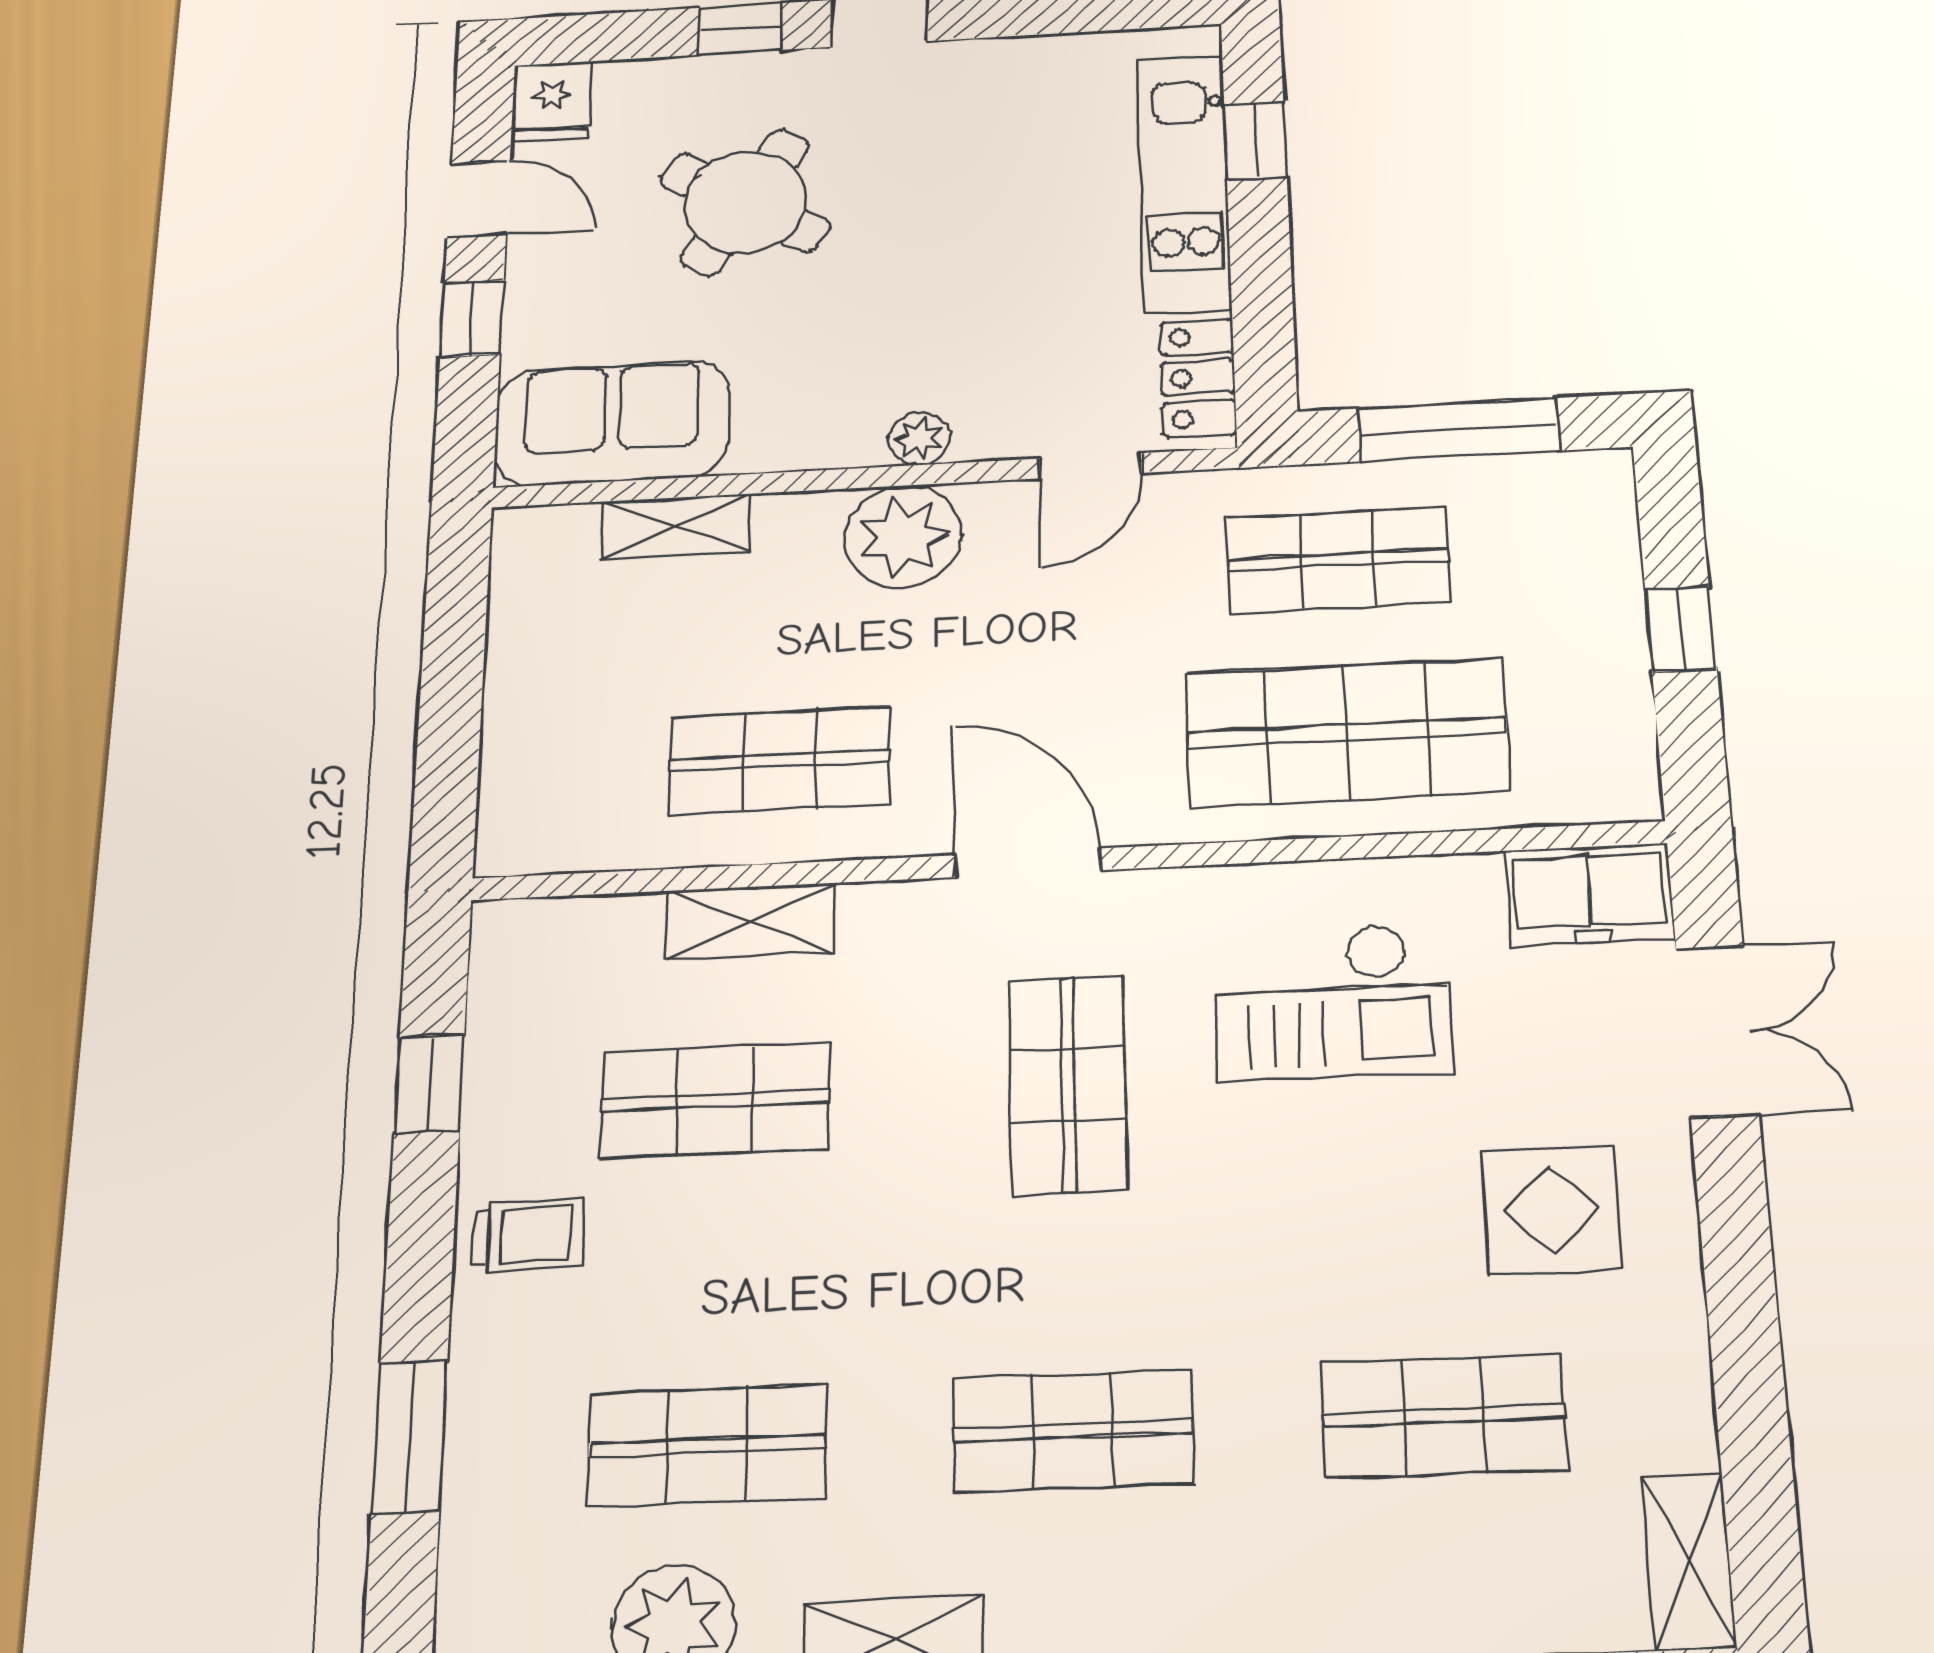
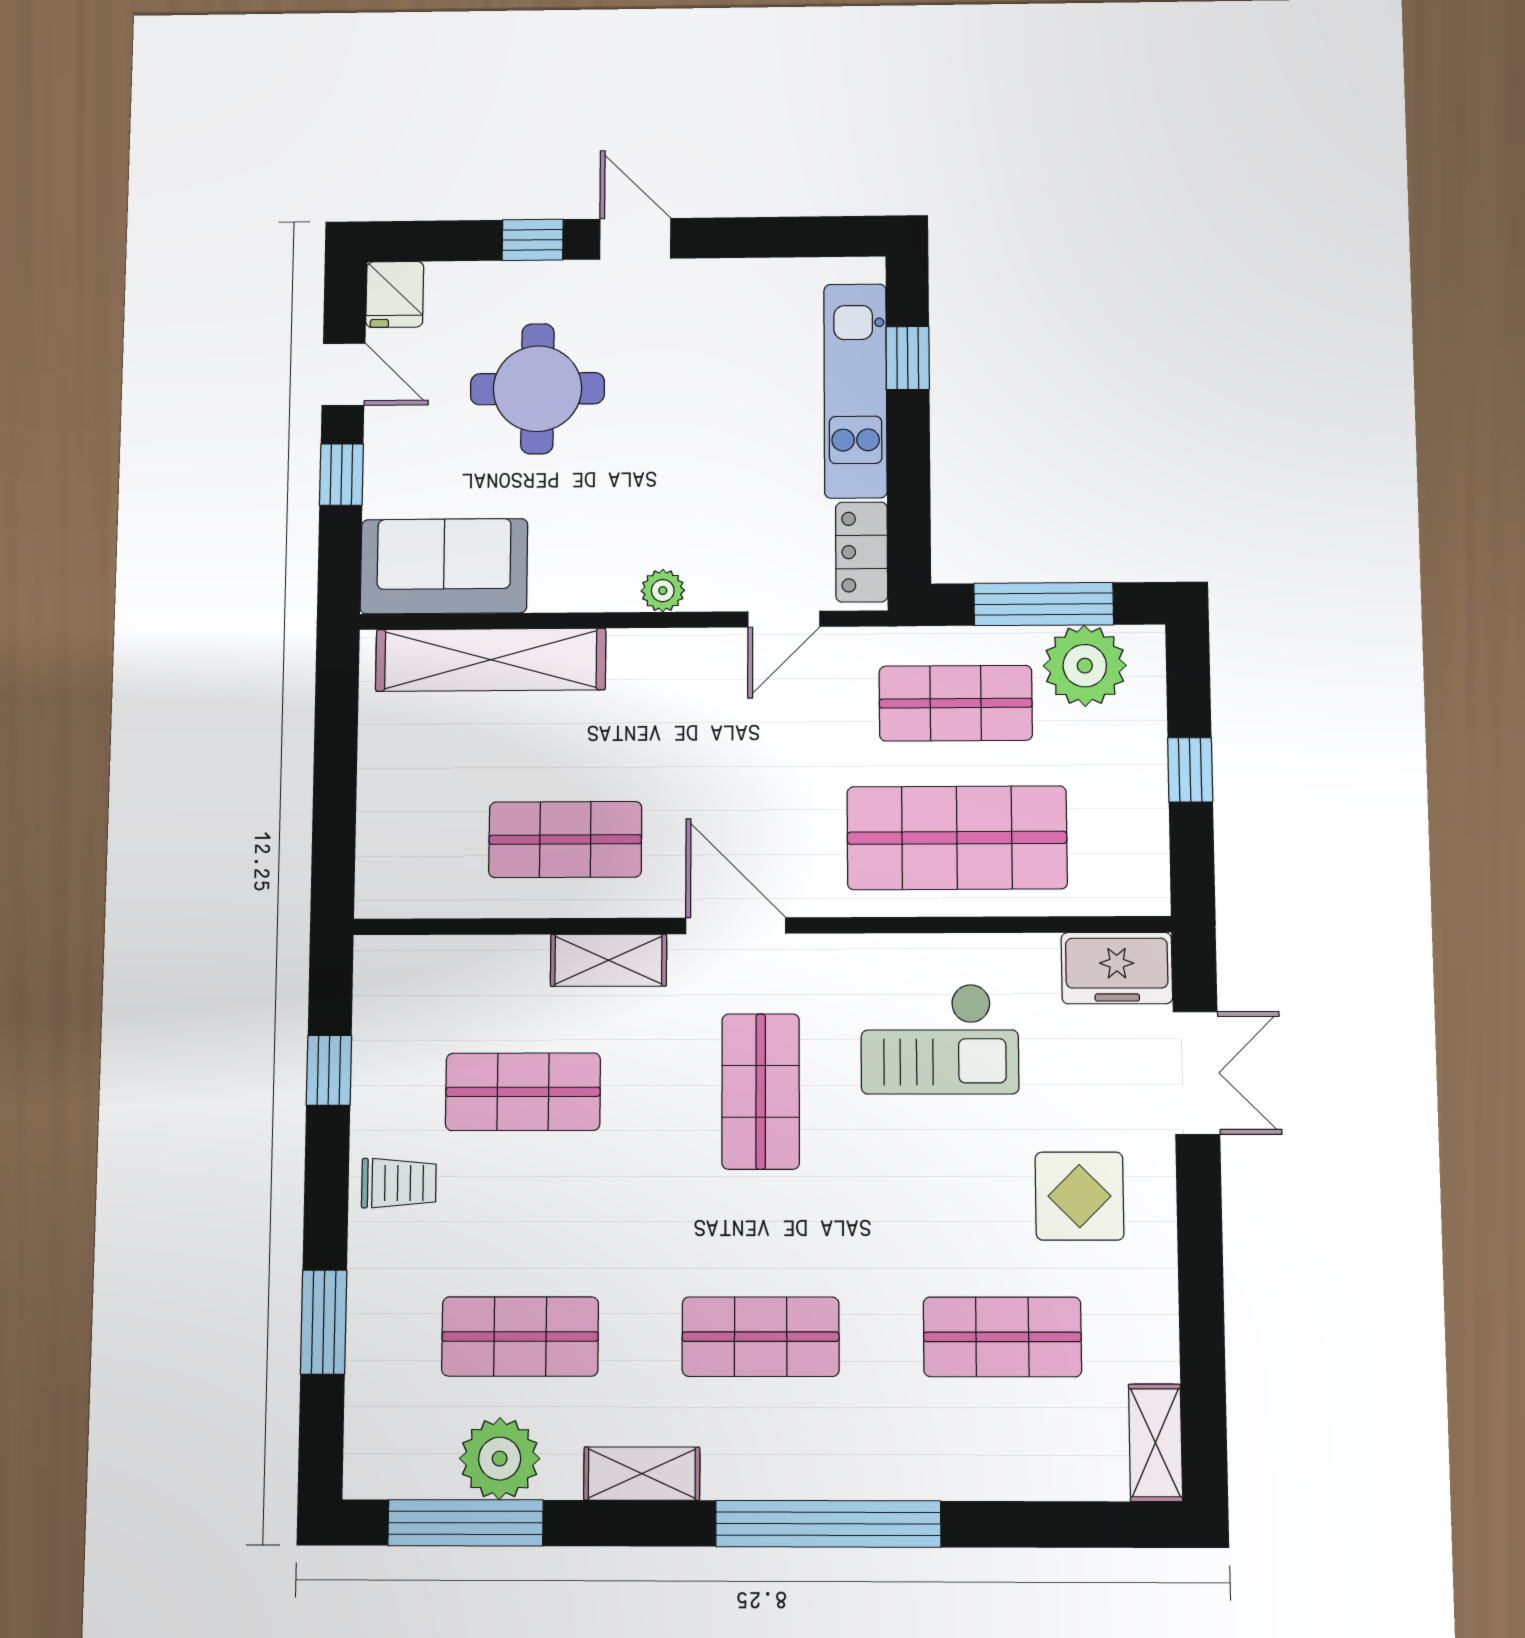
round table: (745, 203) -> (537, 389), turned -32
shelving: (676, 527) -> (491, 660), width x2.20, depth x1.33
plant: (903, 536) -> (1085, 666), moved
shelving: (750, 921) -> (609, 960), moved

